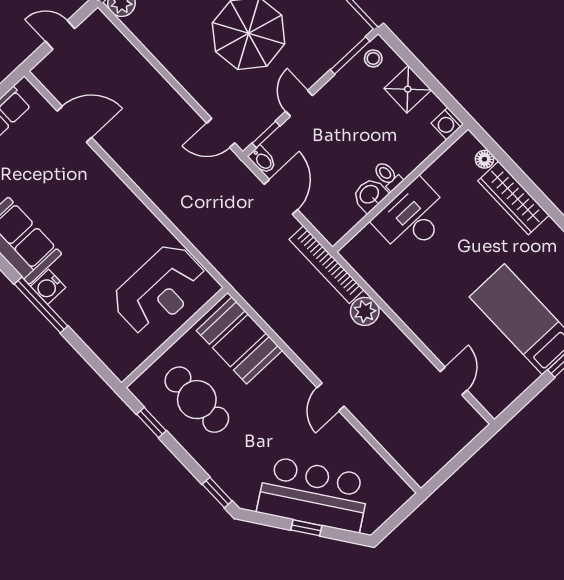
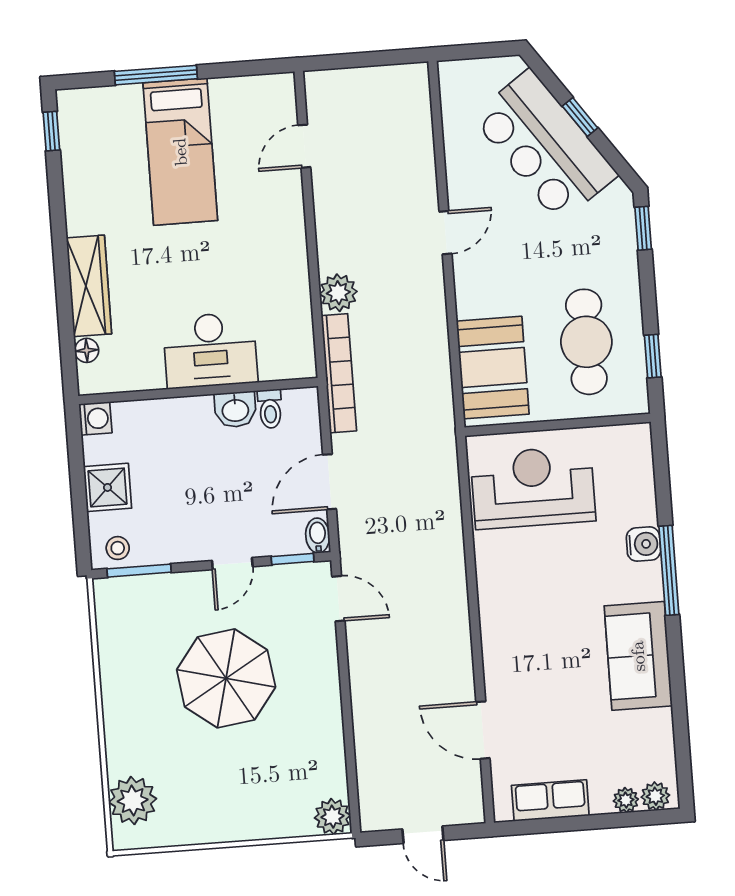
toilet: (388, 176) -> (270, 409), moved
water cooler: (48, 287) -> (643, 544), moved

